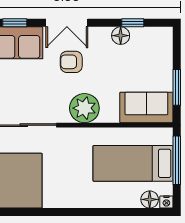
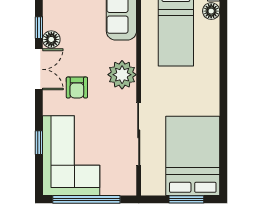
double door: (67, 23) -> (39, 69), moved

